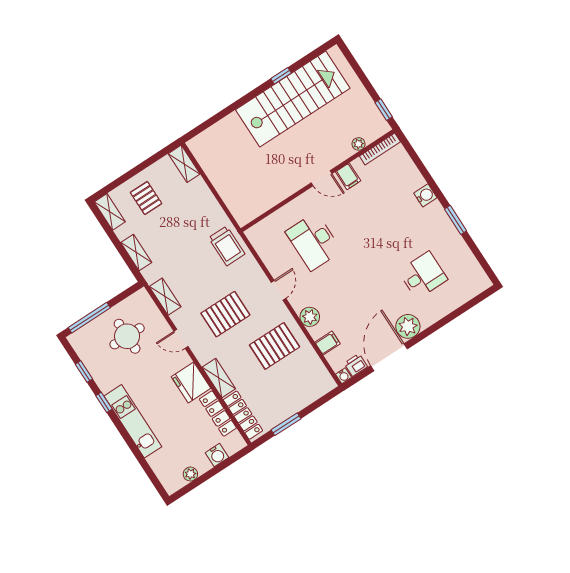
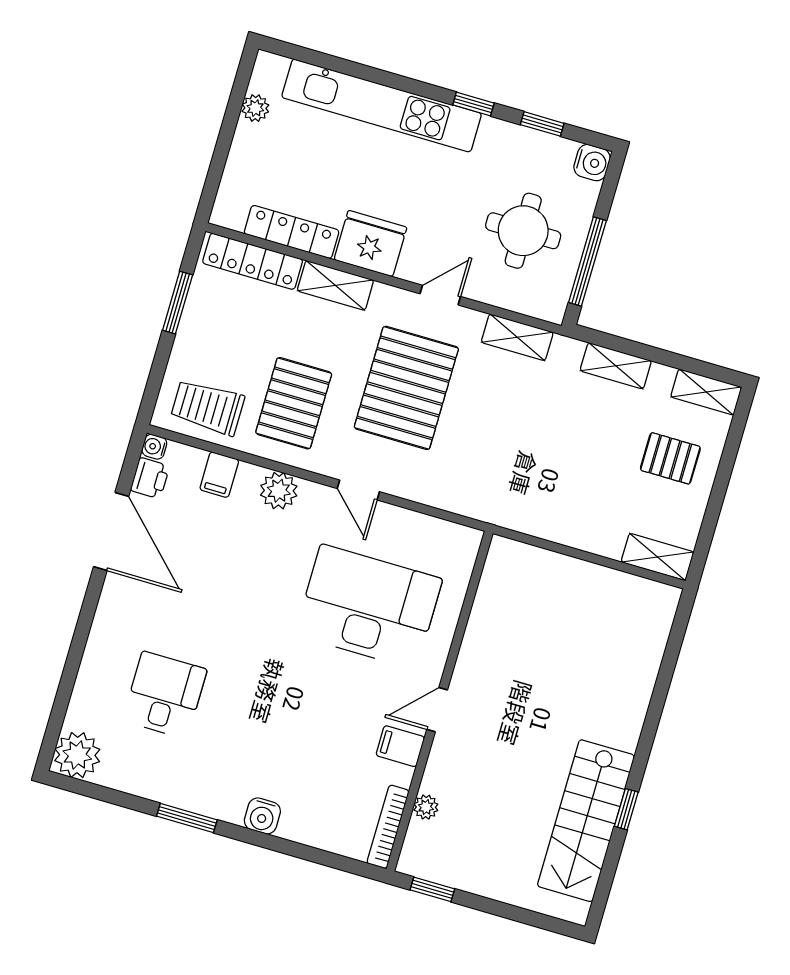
stairs: (293, 99) -> (586, 821), width x0.73, depth x0.66
desk: (314, 241) -> (369, 607), width x1.36, depth x1.30
trolley: (227, 246) -> (208, 407), moved
desk: (423, 275) -> (165, 695), turned 180
pallet: (225, 314) -> (406, 388), width x1.37, depth x1.41
window: (89, 318) -> (587, 262), moved
plant: (408, 326) -> (77, 755), moved
kitchen unit: (133, 421) -> (382, 105), width x1.36
water cooler: (217, 455) -> (592, 163), moved, turned 180

